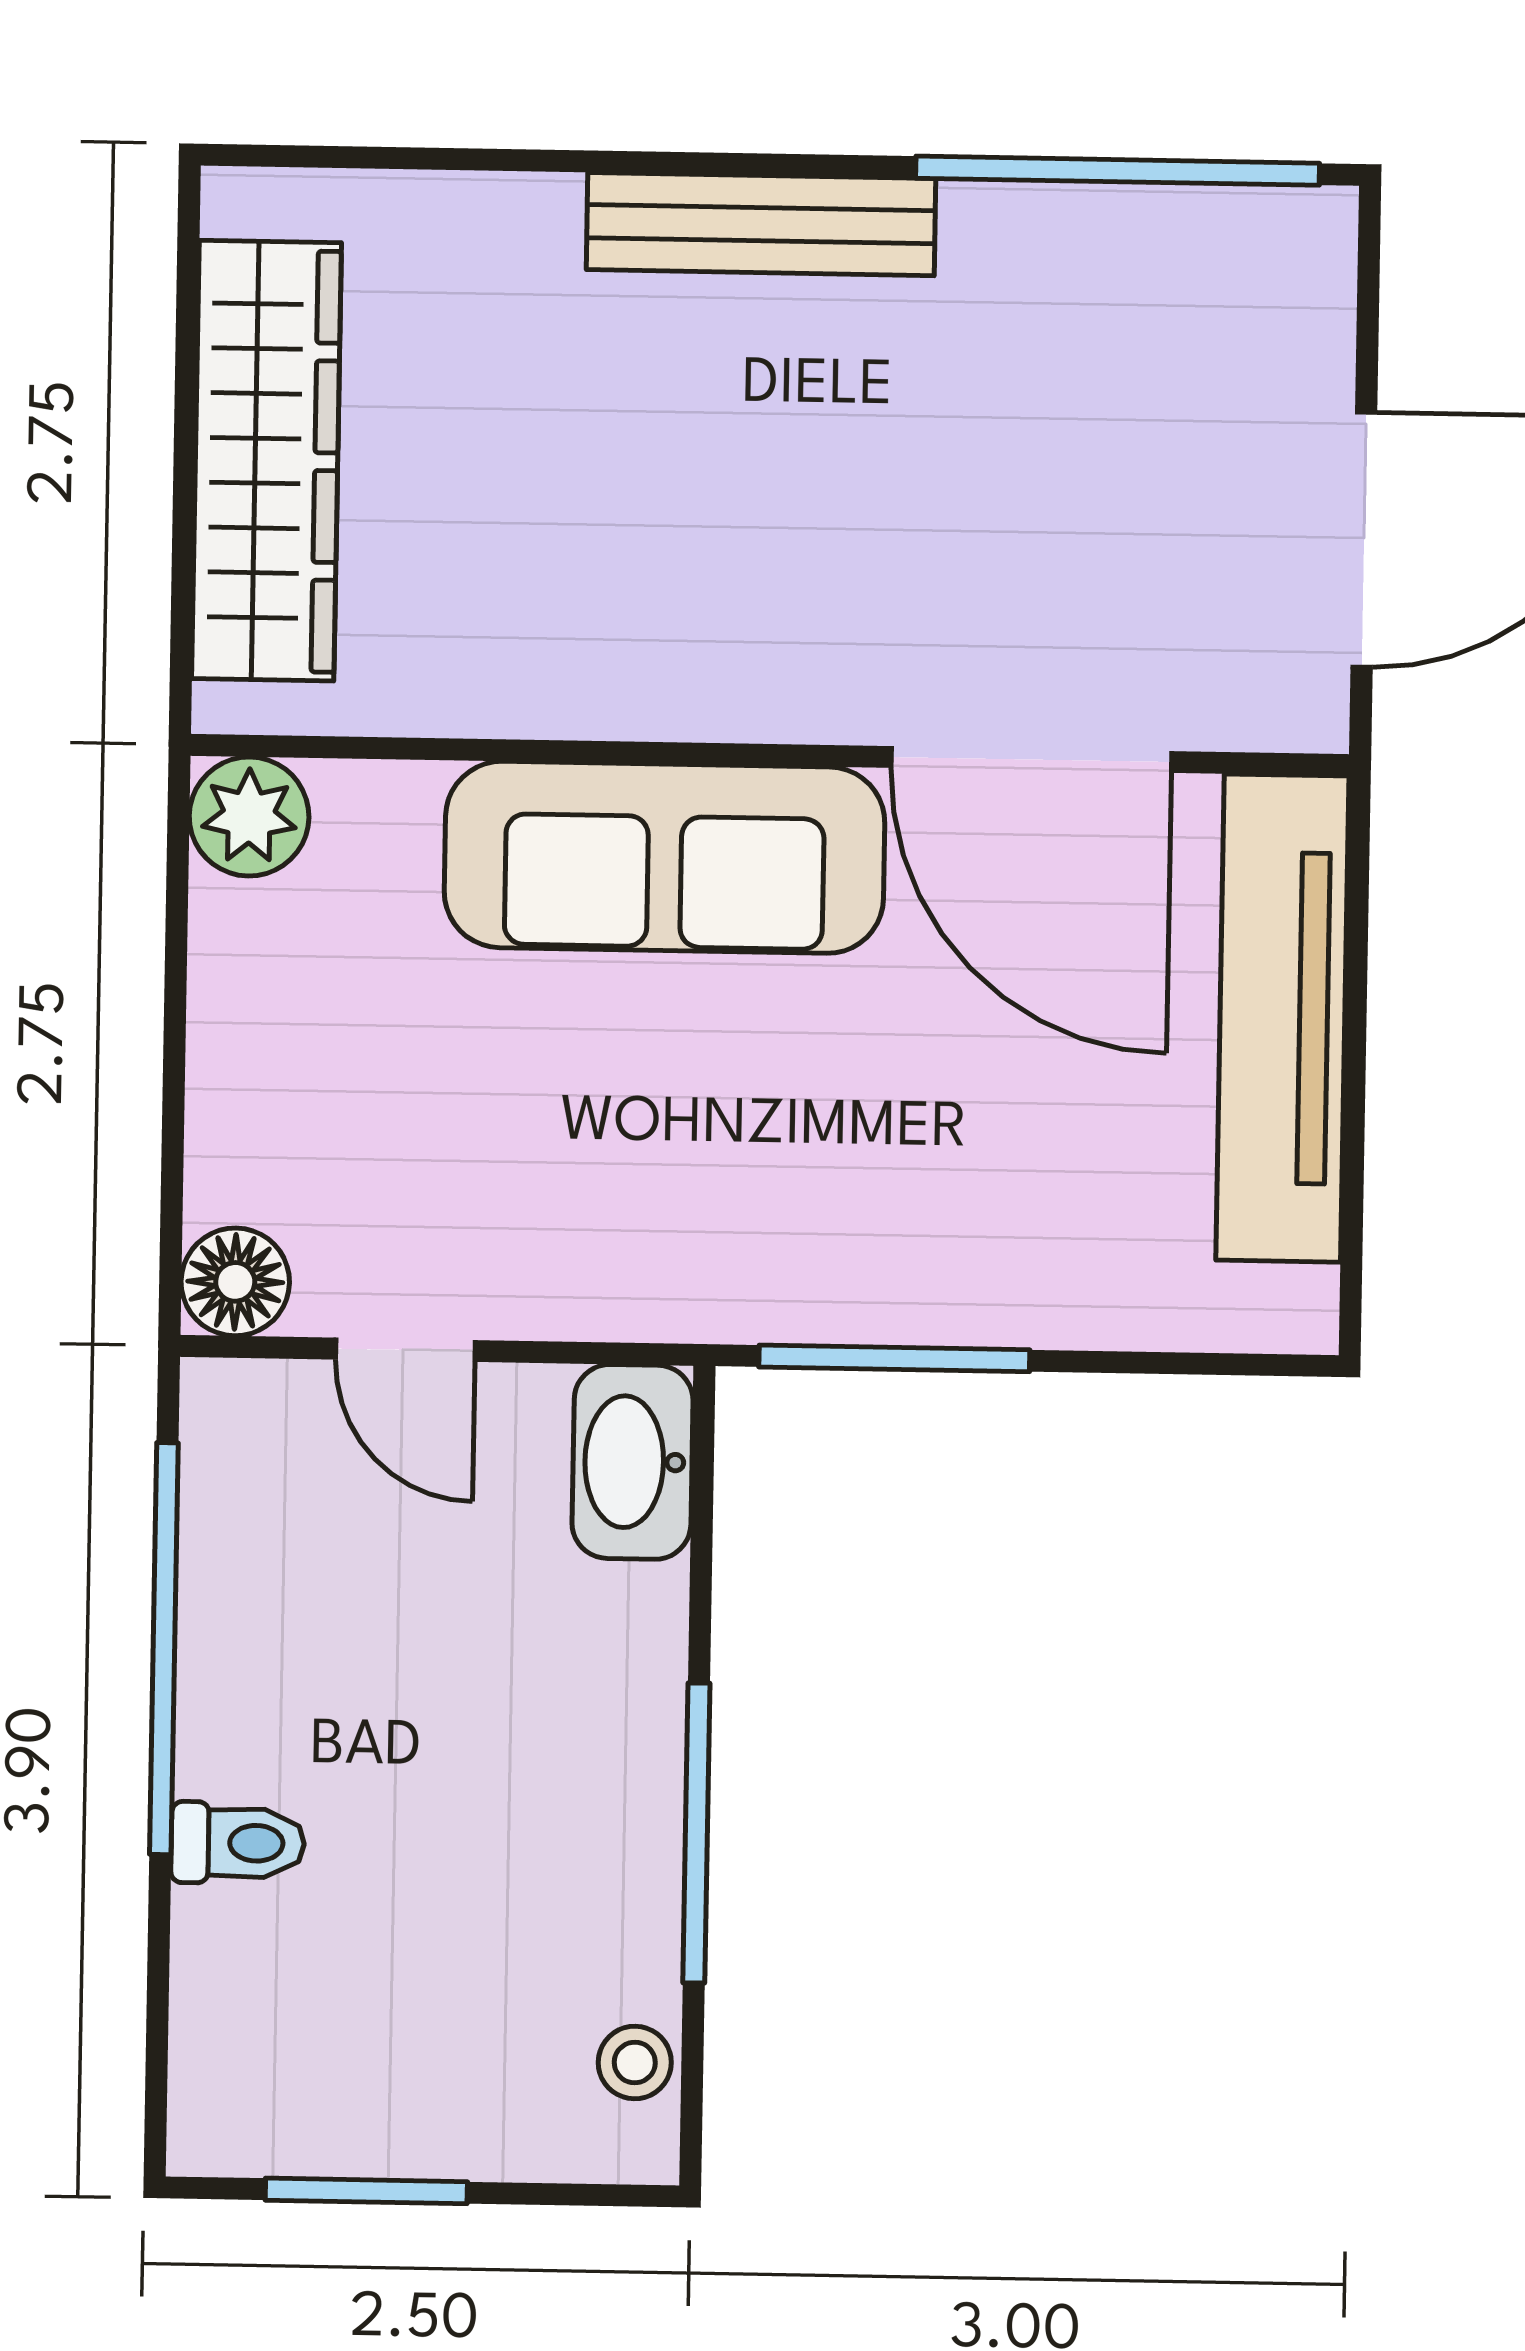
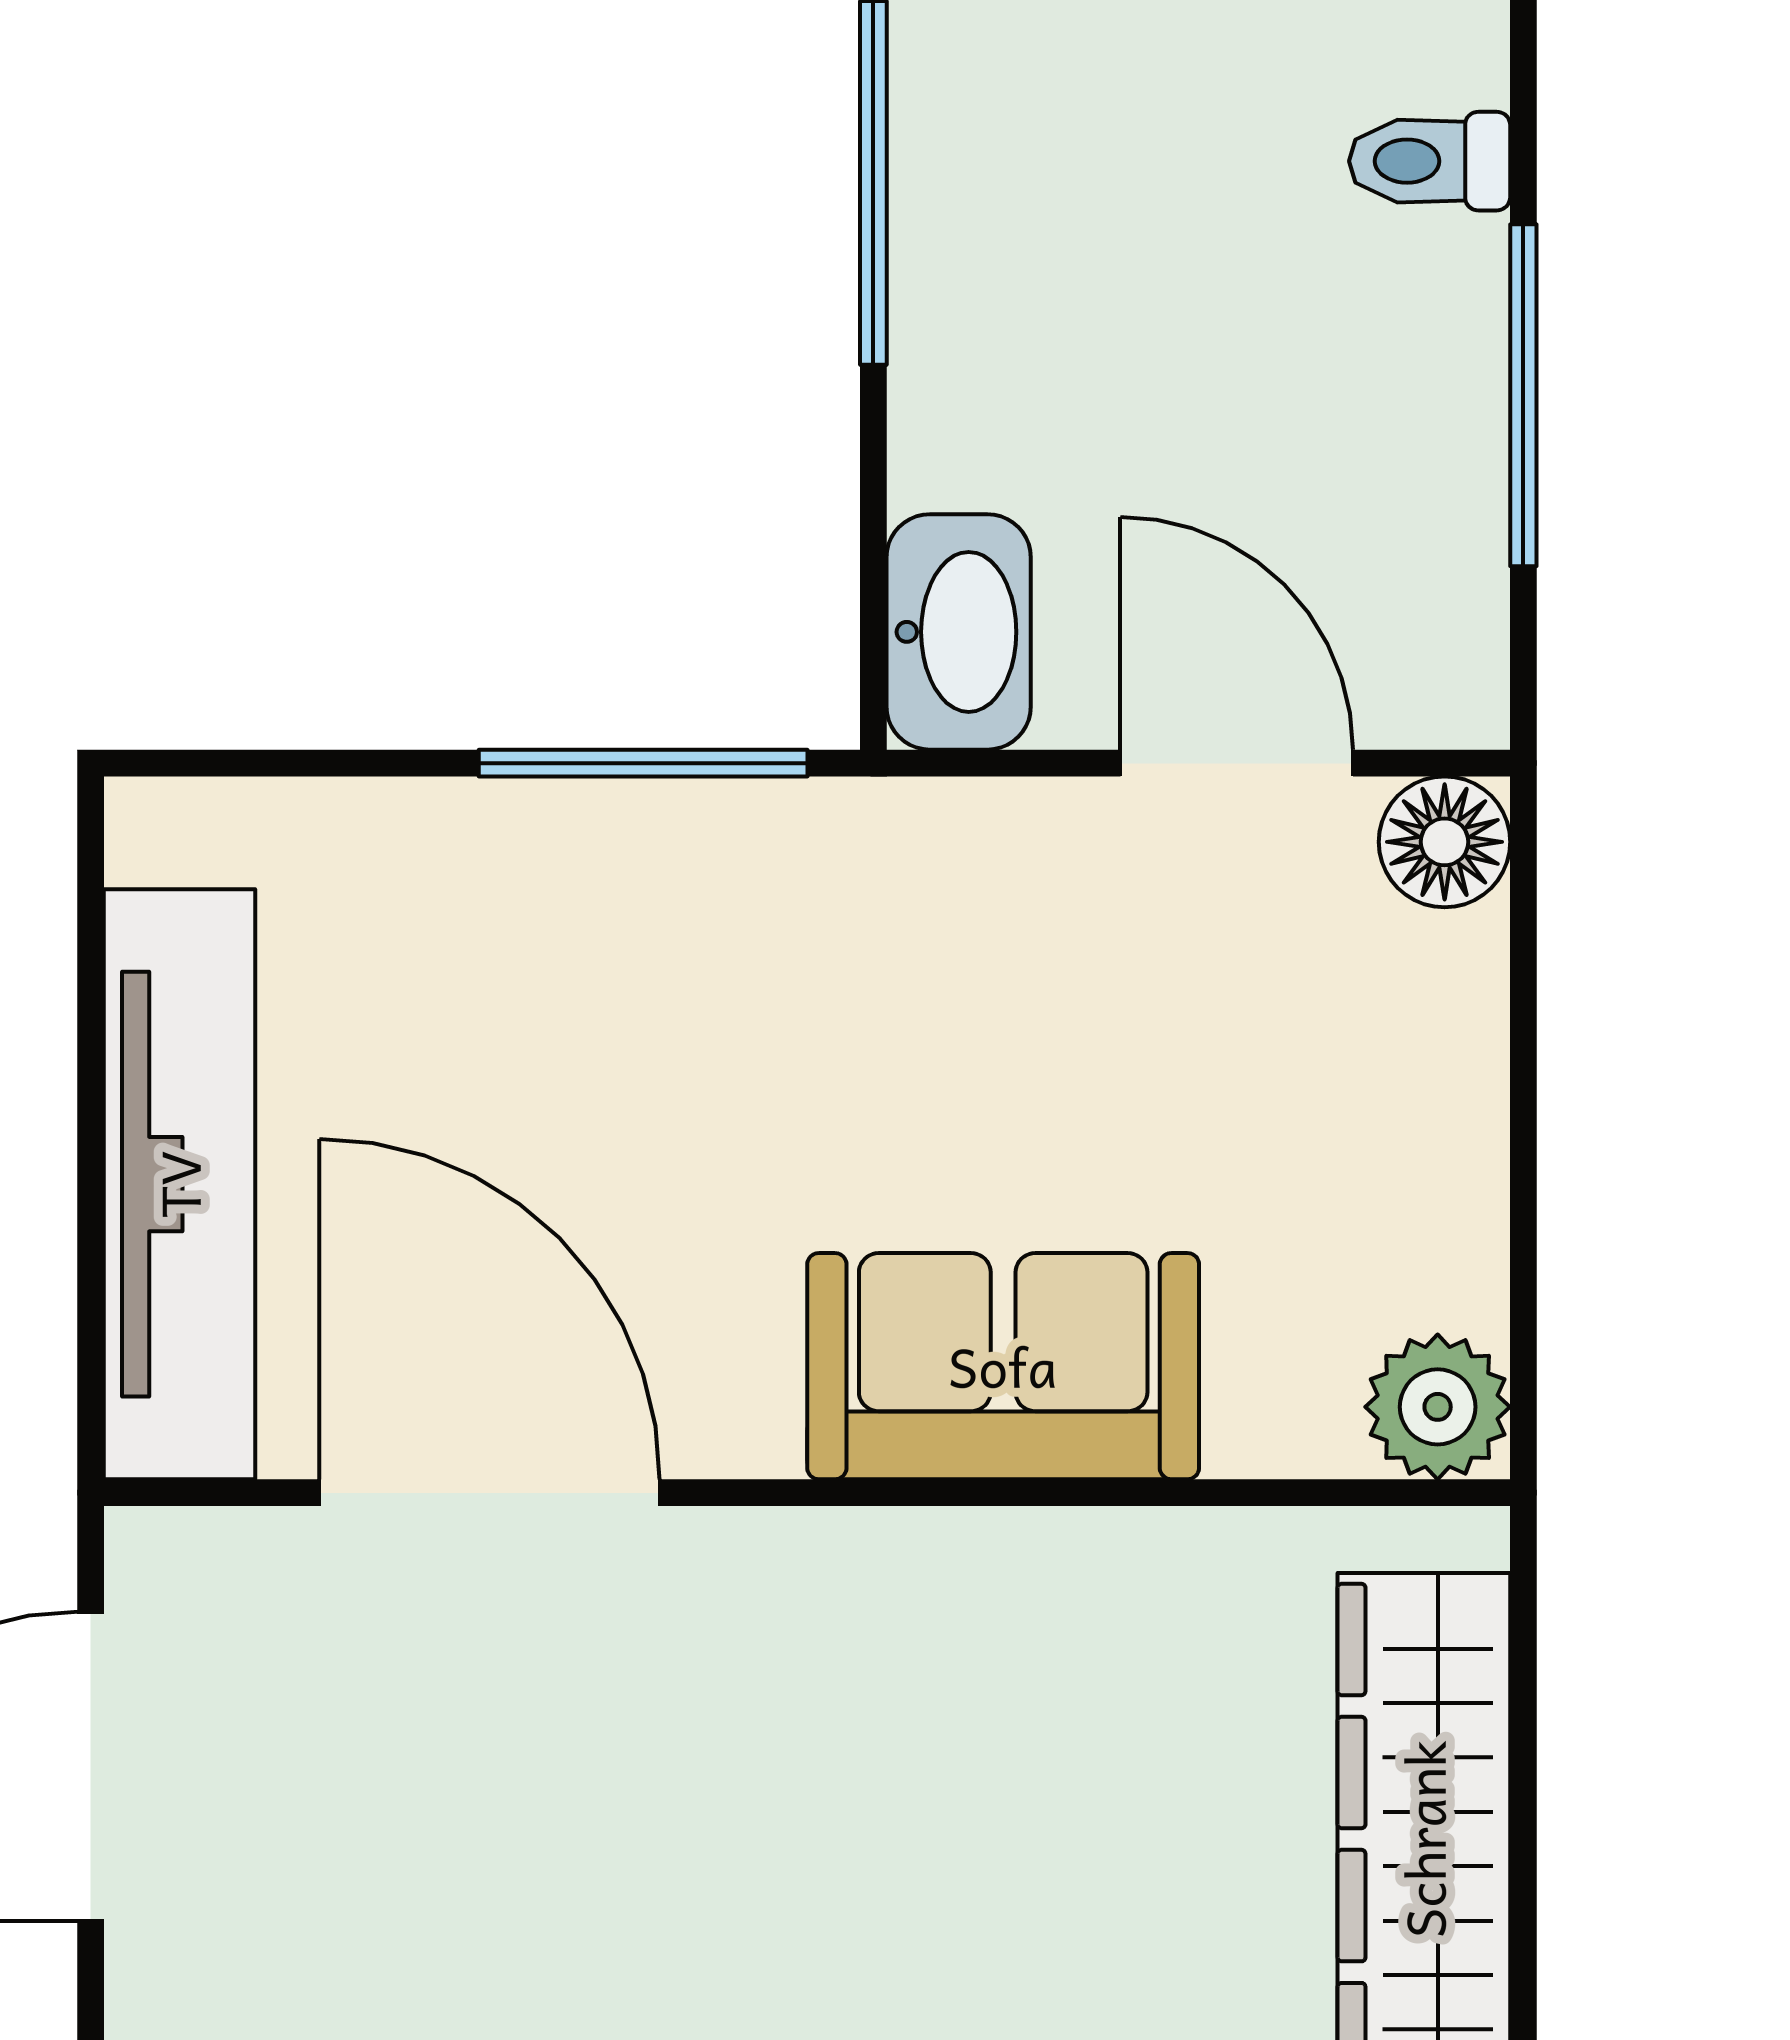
sofa: (665, 857) -> (1003, 1366), width x0.73
door: (405, 1350) -> (1237, 763), width x1.38
window: (164, 1649) -> (1523, 395), width x0.68

